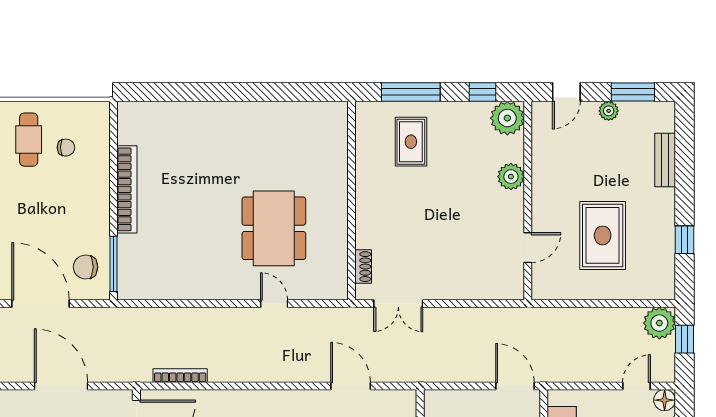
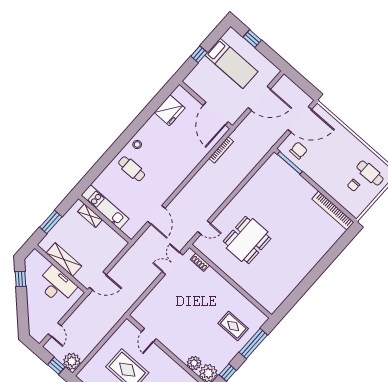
plant: (511, 177) -> (194, 363), moved
bookcase: (127, 189) -> (333, 211), moved
dining table: (274, 228) -> (247, 240), turned 90
door: (274, 304) -> (204, 228), moved
door: (351, 386) -> (156, 215), hinge flipped
floor lamp: (665, 400) -> (39, 336), removed

